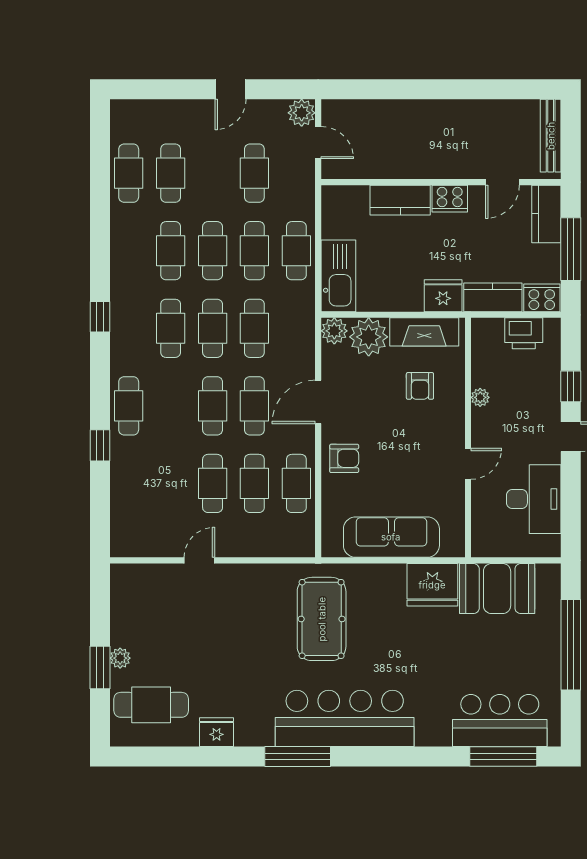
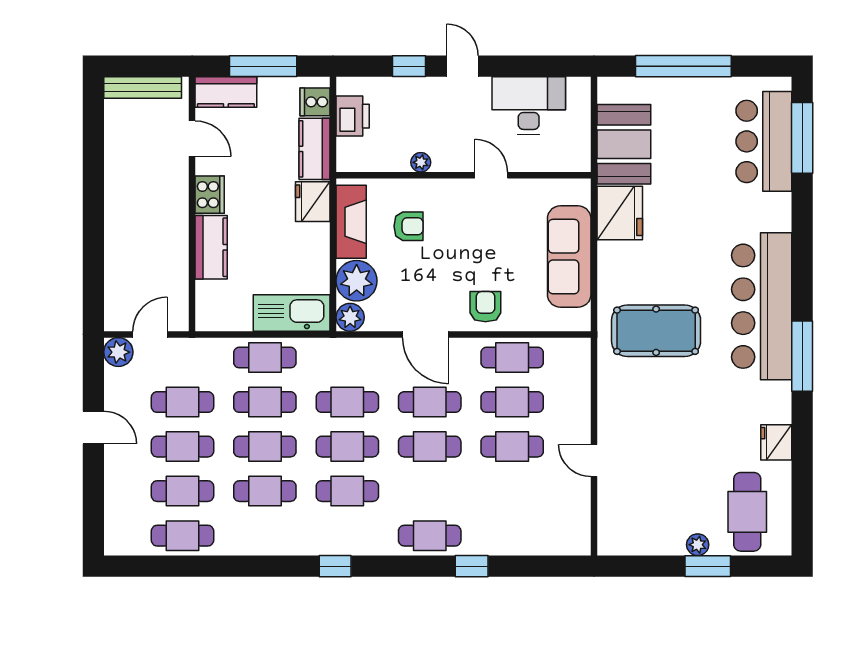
cafe table: (213, 173) -> (182, 447), added
cooker: (542, 298) -> (315, 102), width x0.73

